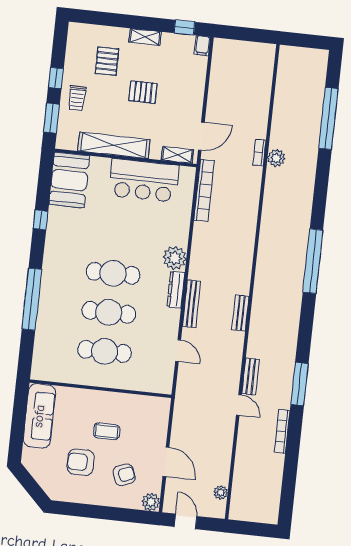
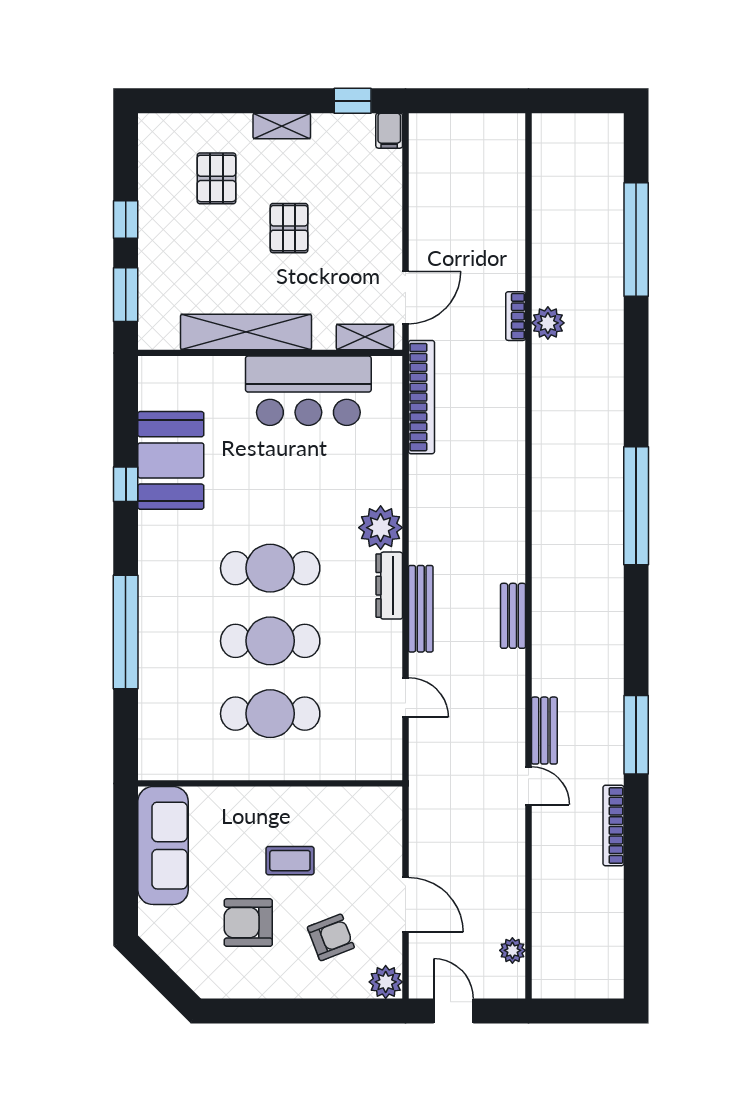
pallet: (143, 92) -> (289, 228), turned 90
trolley: (77, 98) -> (169, 253), removed
booth: (69, 180) -> (171, 460), moved

